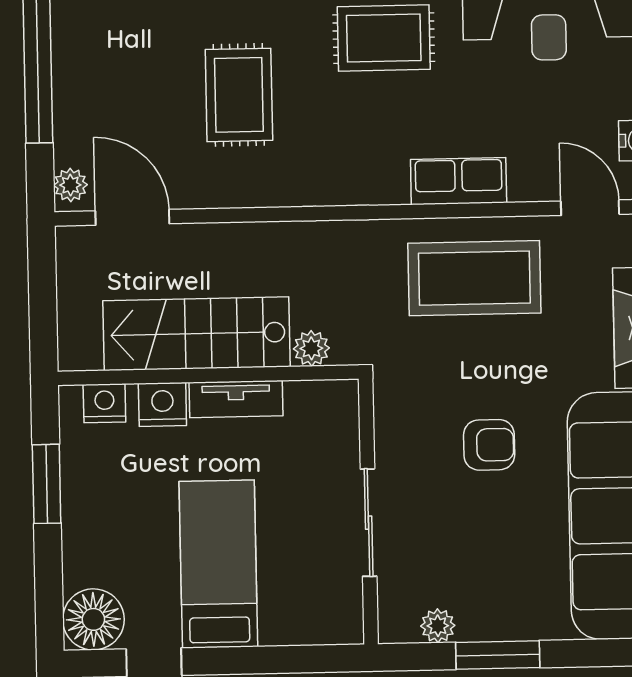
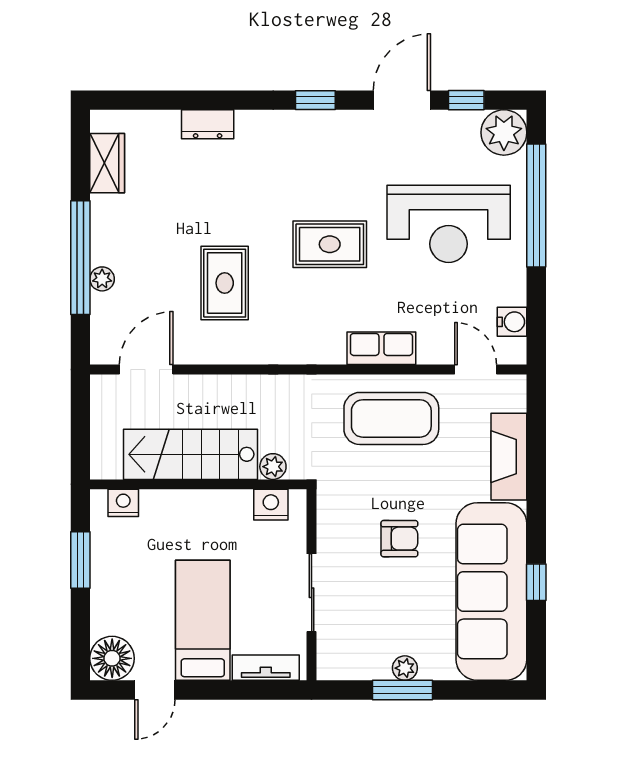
plant: (70, 185) -> (102, 279), moved
door: (132, 217) -> (146, 370), hinge flipped
tv unit: (236, 399) -> (266, 668), moved, turned 180
nightstand: (162, 404) -> (271, 505), moved
plant: (438, 626) -> (405, 668), moved

